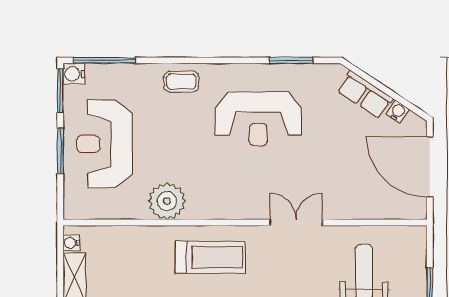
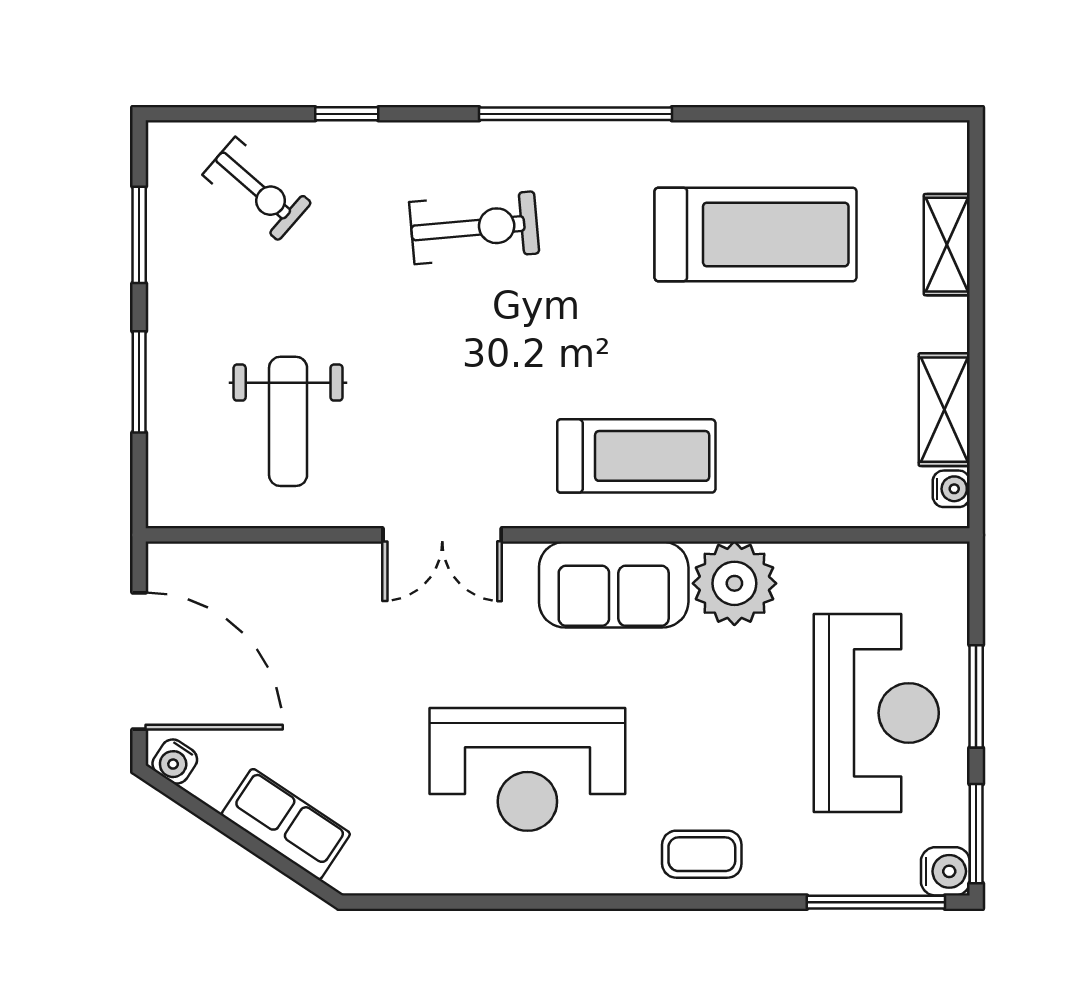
window: (291, 60) -> (453, 902), removed
water cooler: (398, 112) -> (175, 761), moved
reception desk: (258, 119) -> (527, 769), turned 180
sofa: (220, 201) -> (614, 585), added
treadmill: (210, 257) -> (636, 456), turned 180

